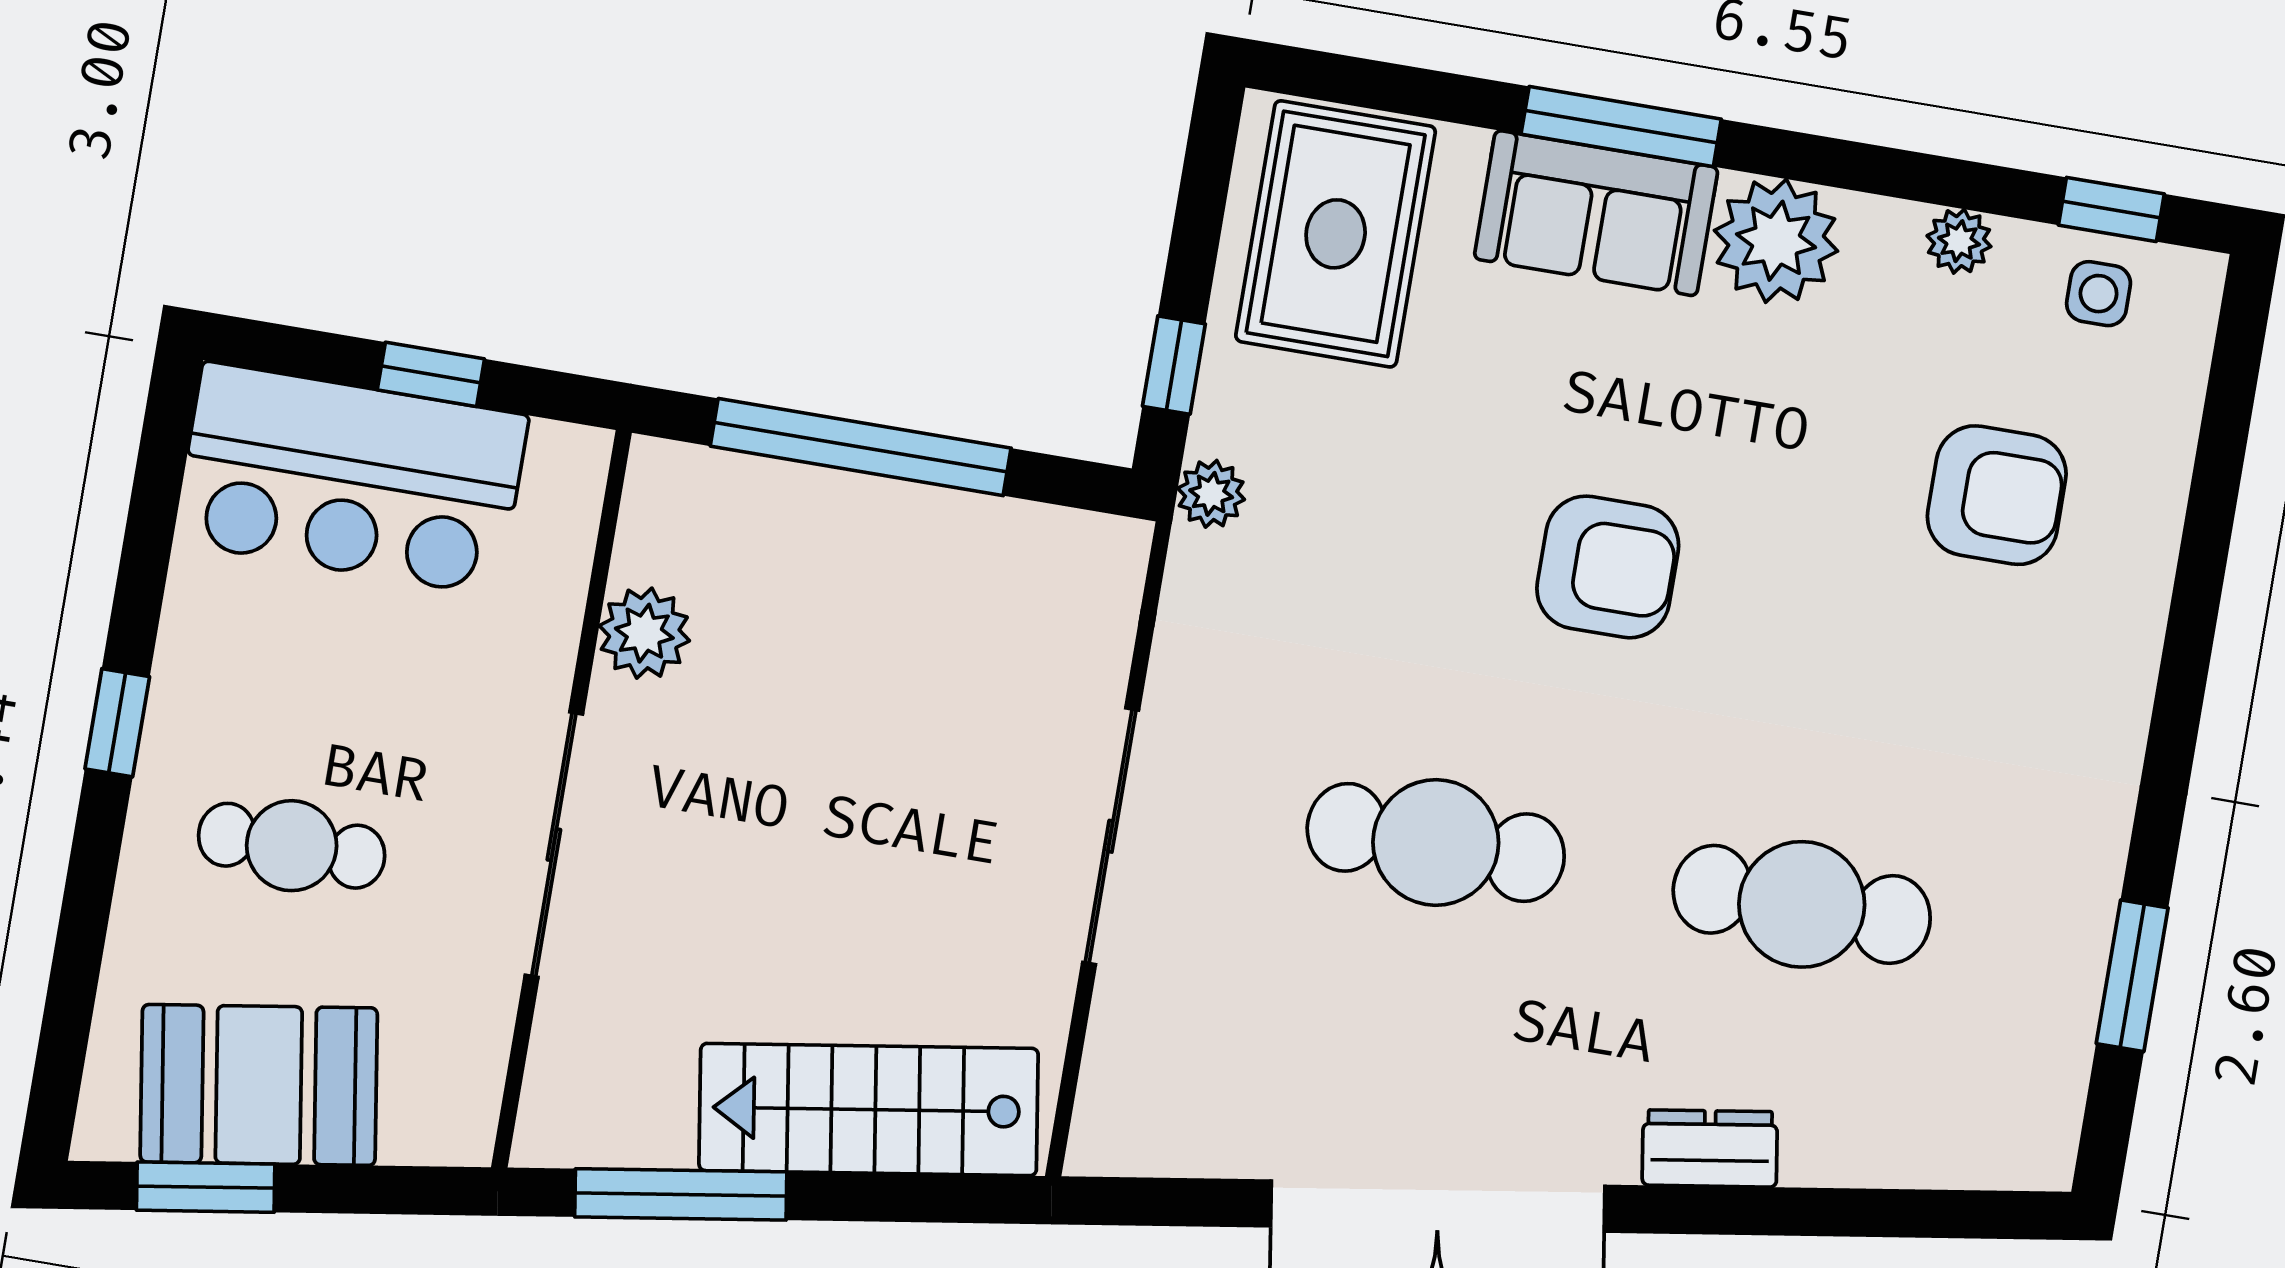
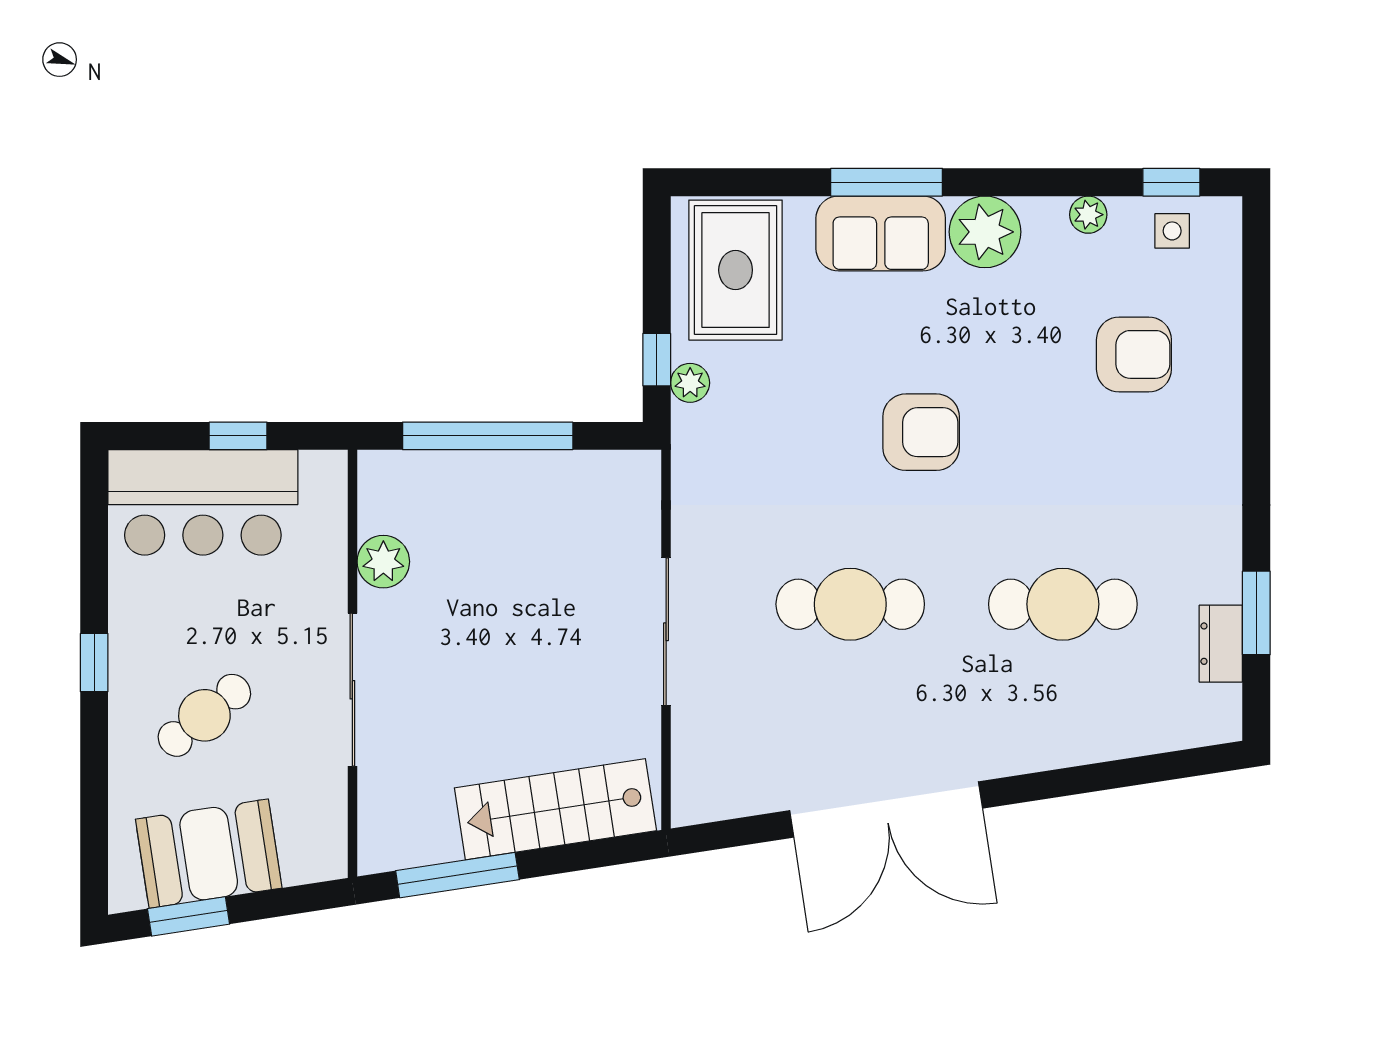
plant: (1211, 494) -> (690, 383), moved
cafe table: (292, 846) -> (204, 715), turned -39
dresser: (1710, 1148) -> (1221, 644), moved, turned -81

